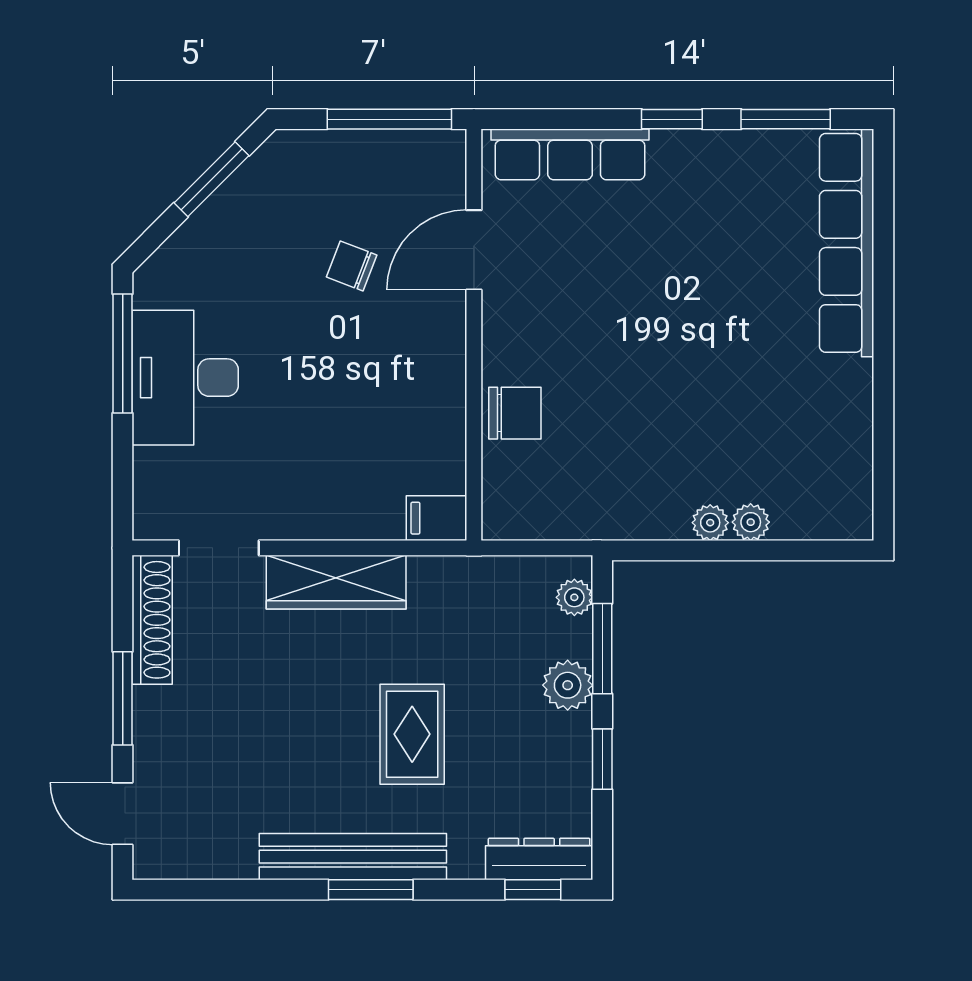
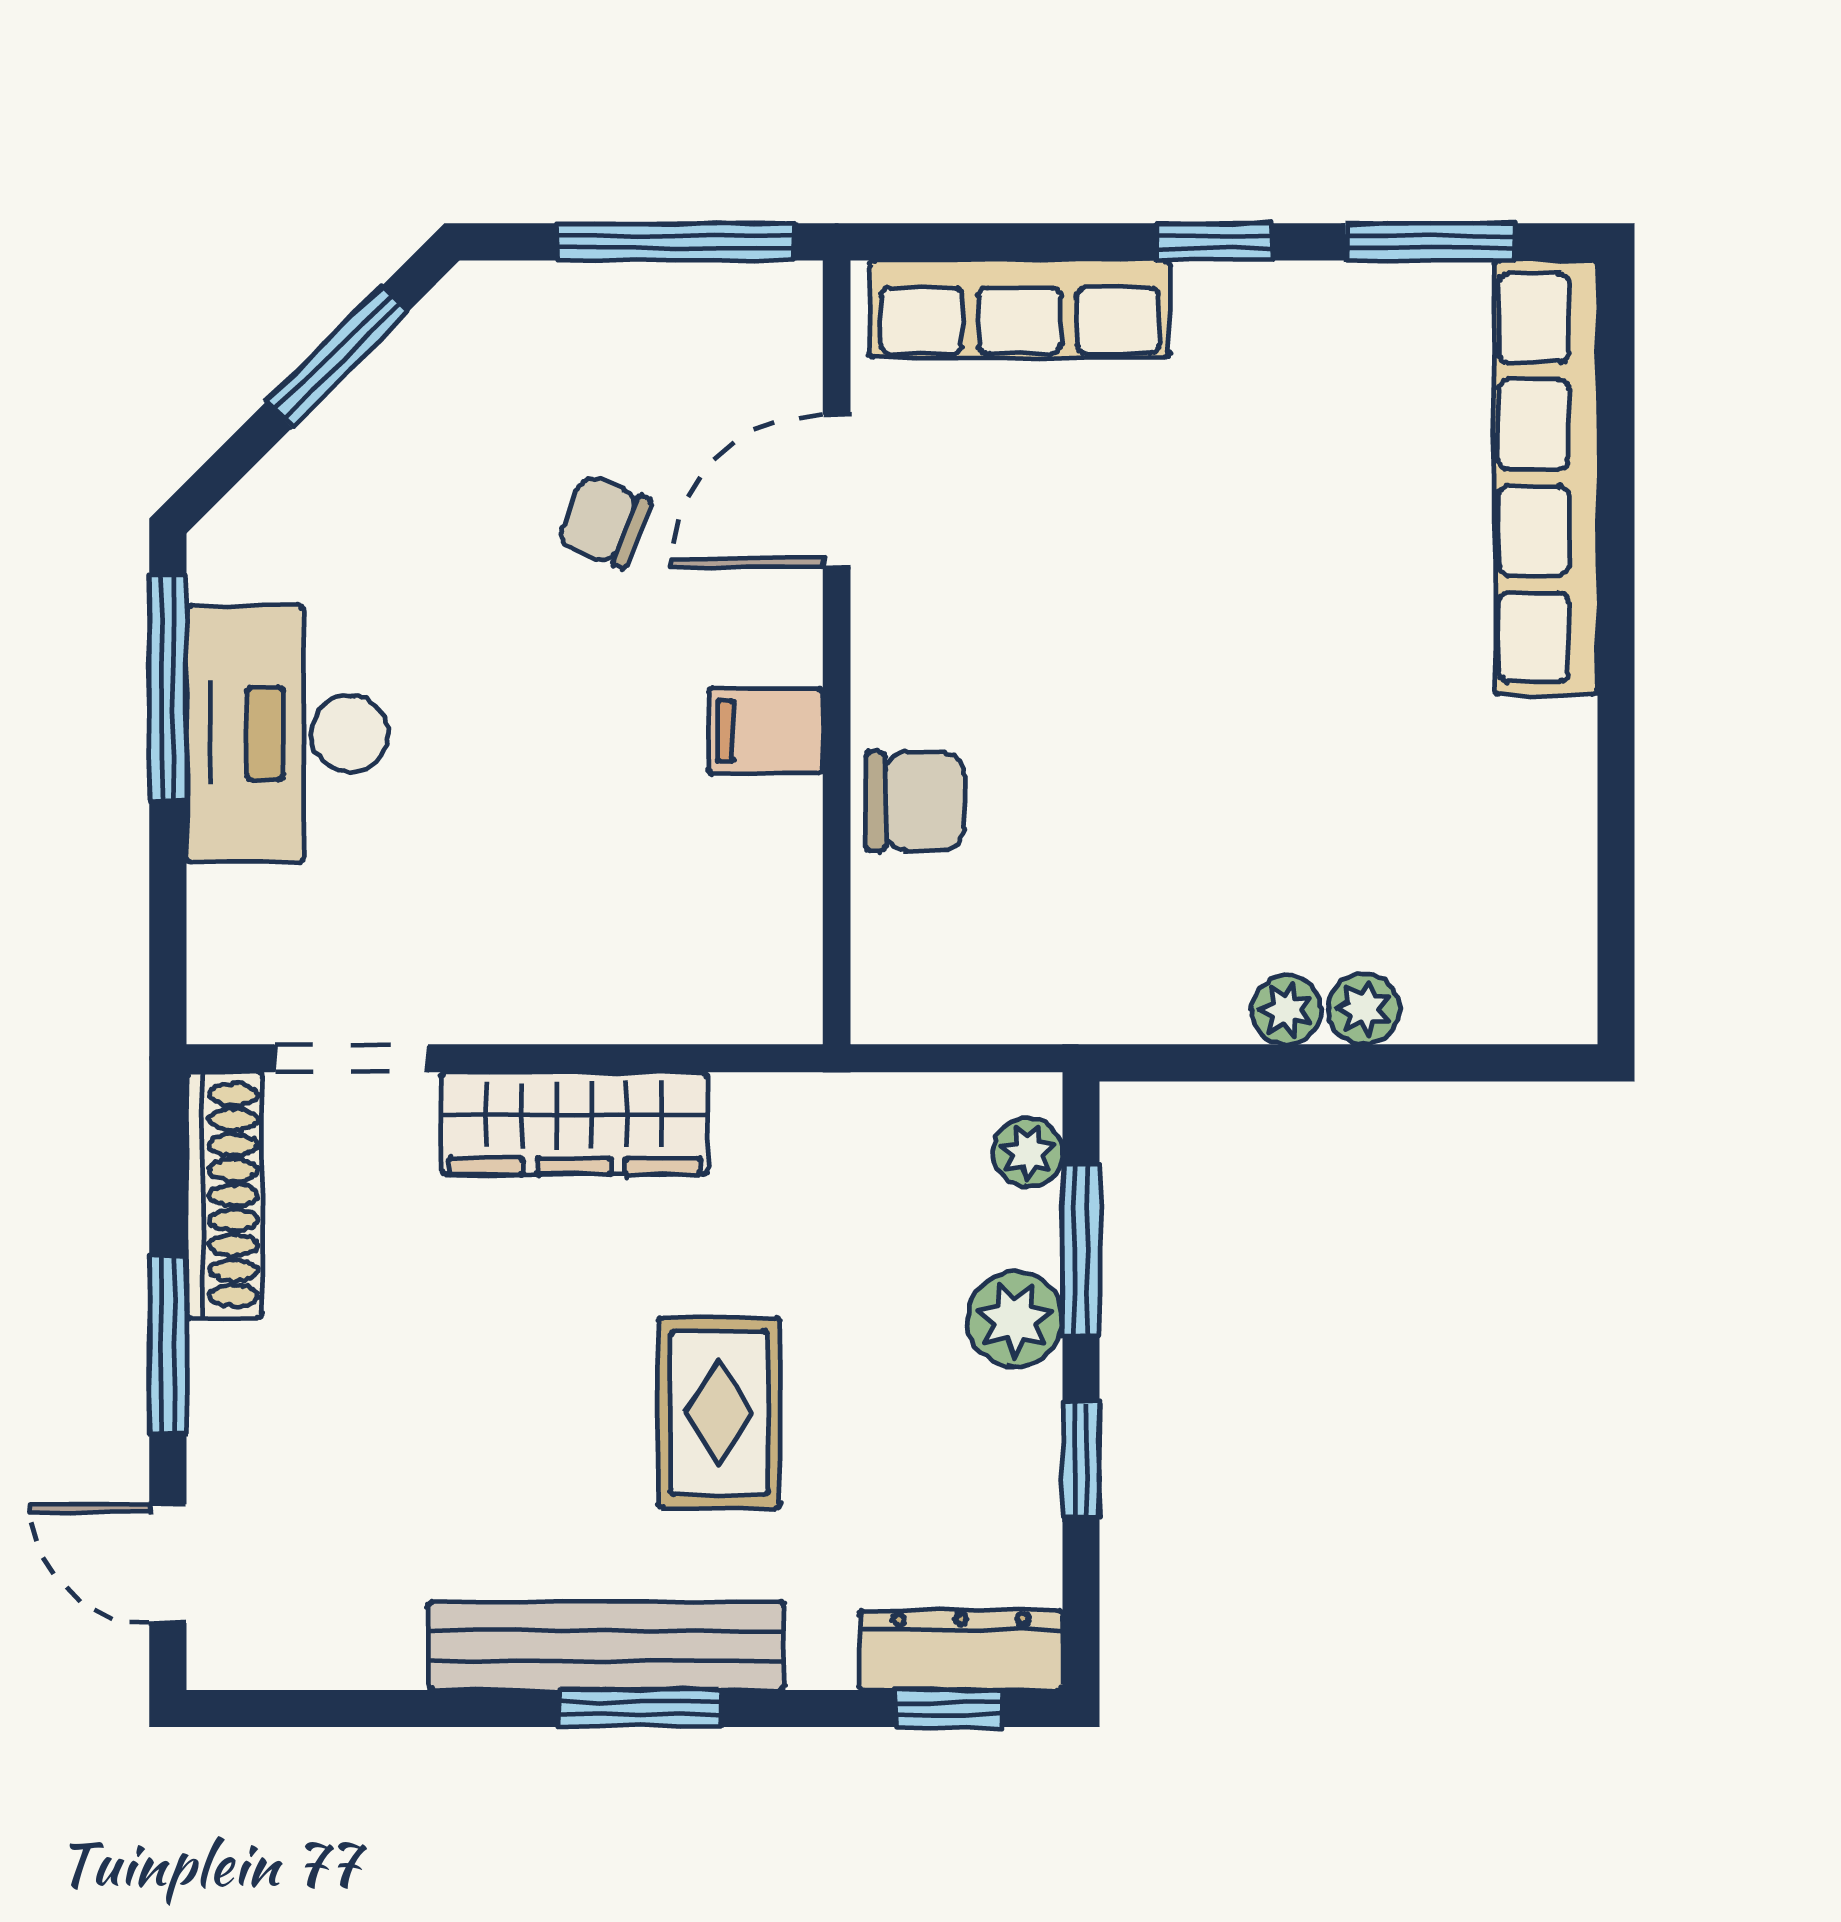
filing cabinet: (436, 518) -> (765, 731), moved

